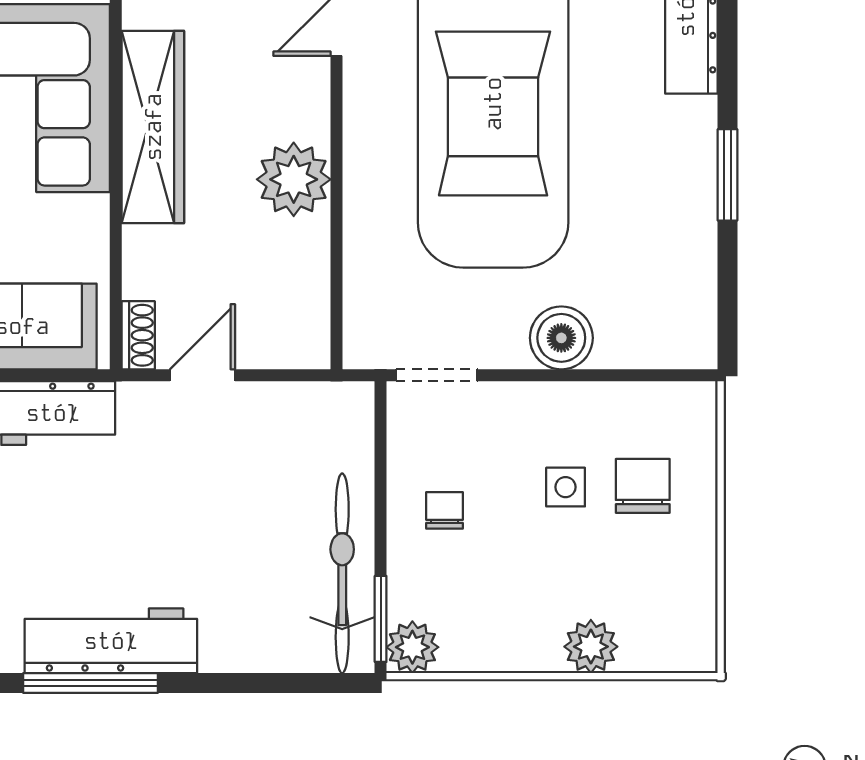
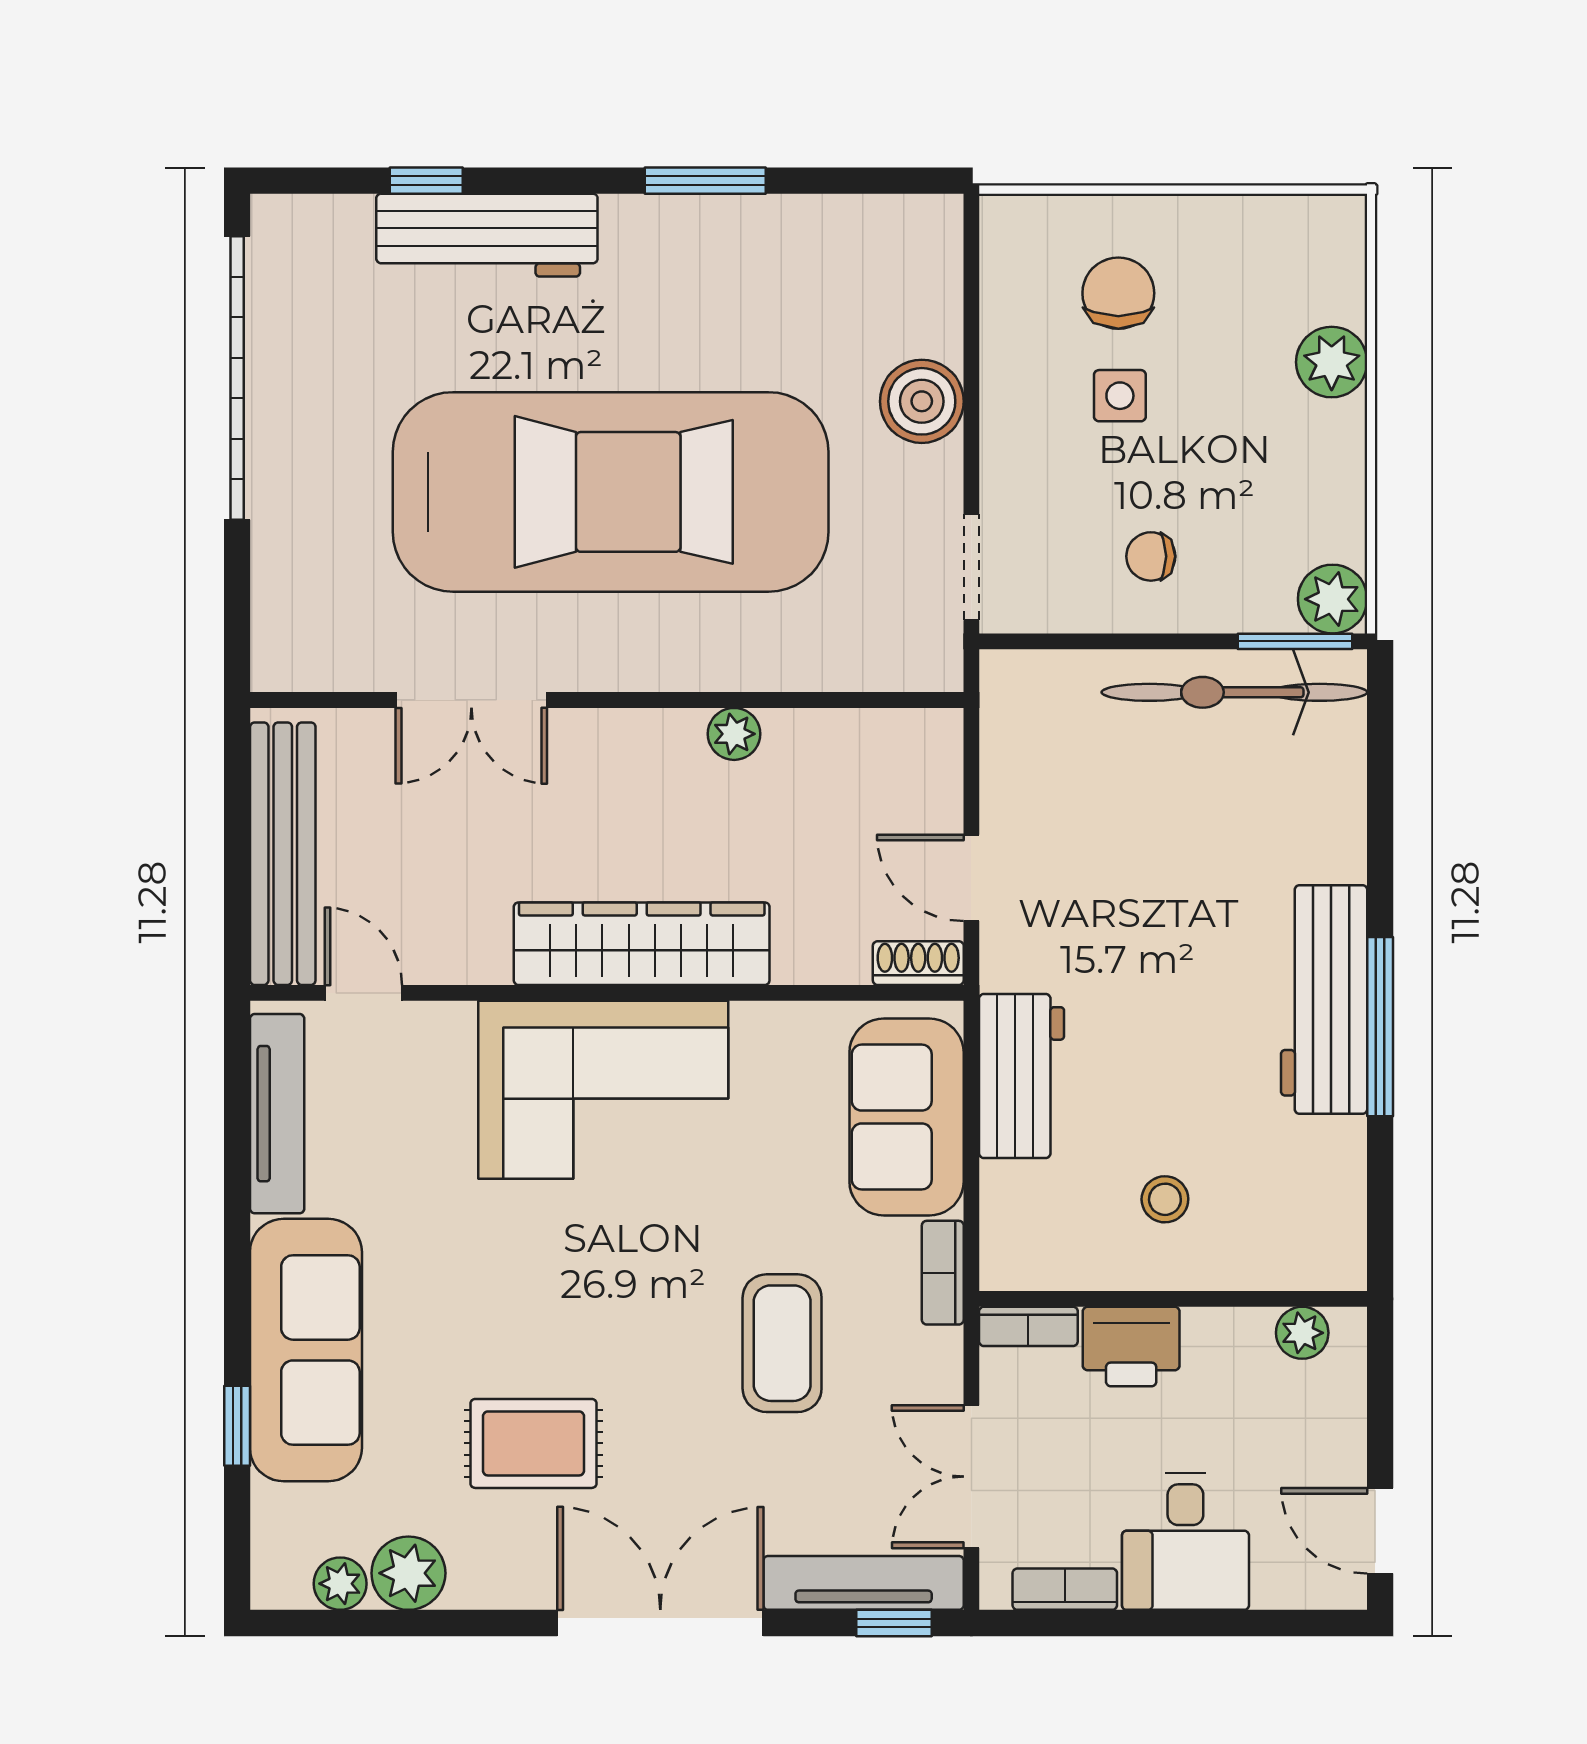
plant: (294, 179) -> (734, 734), width x0.53, depth x0.53
chair: (643, 486) -> (1118, 293), turned 90

